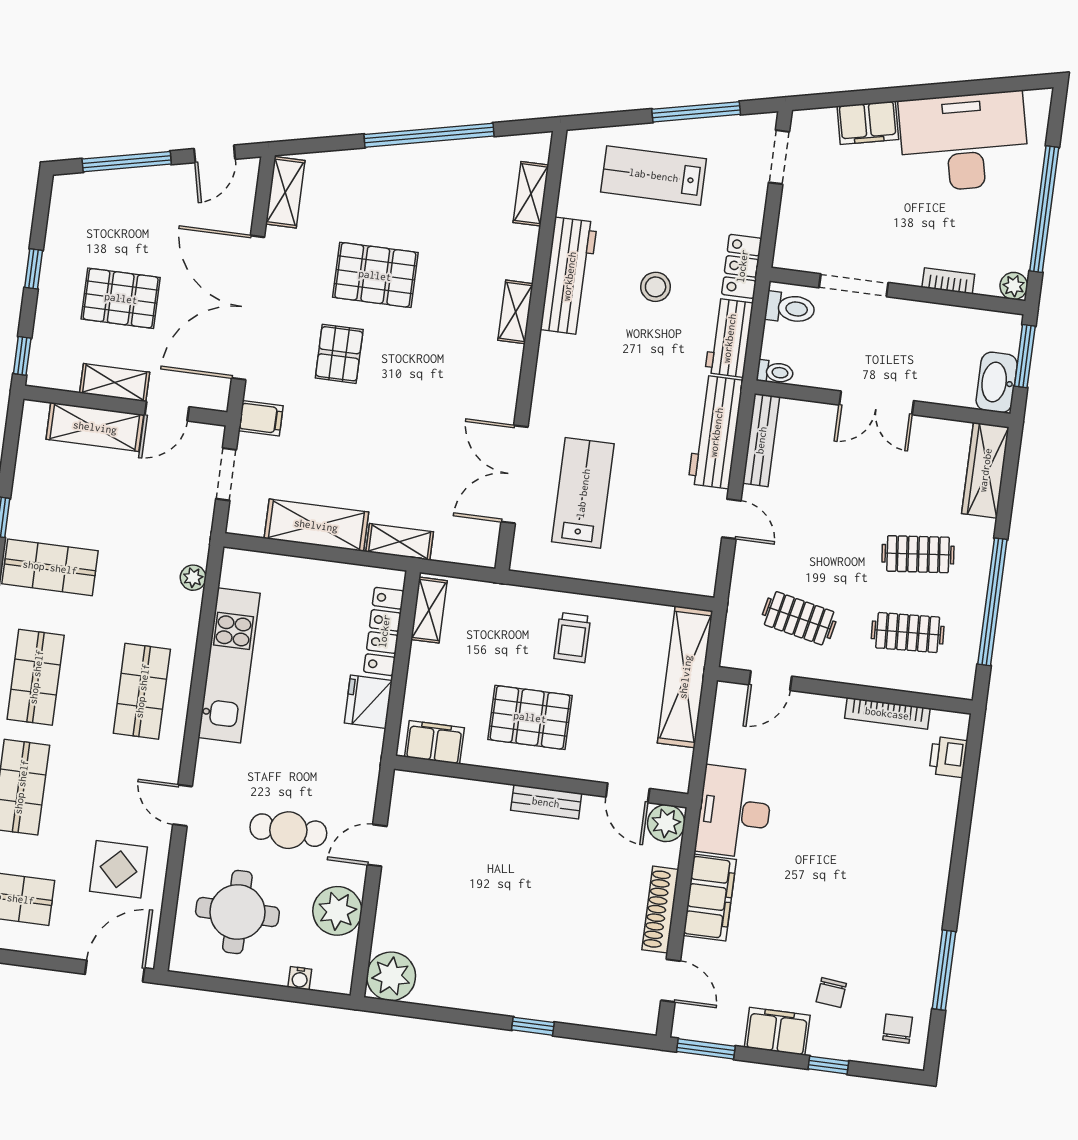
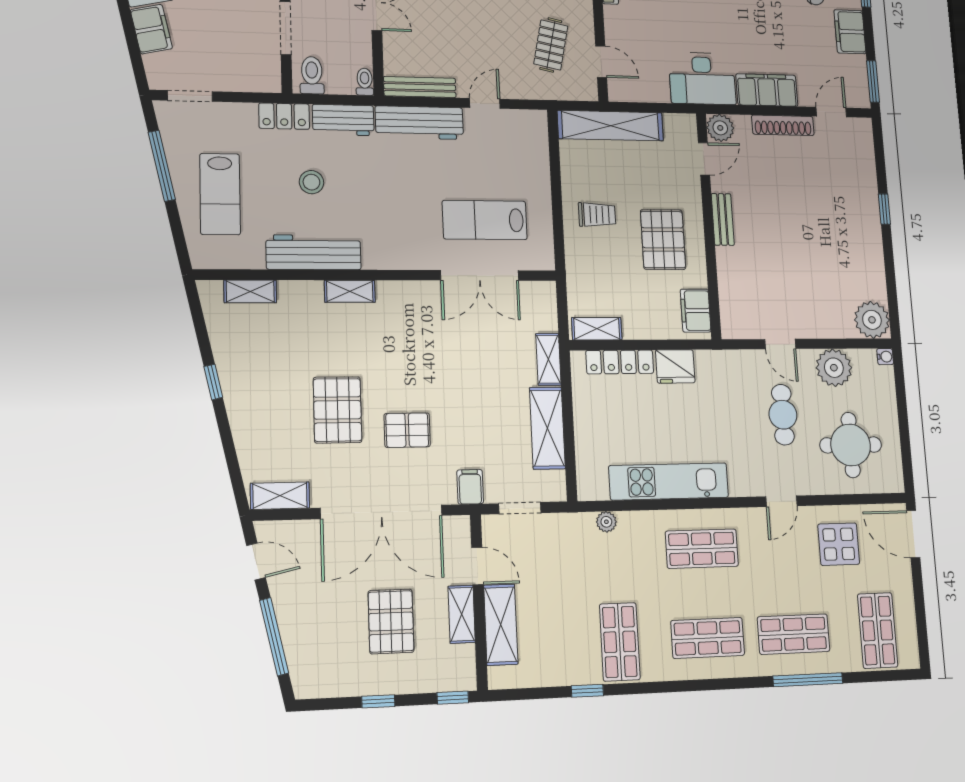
window: (429, 135) -> (213, 382), width x0.32
water cooler: (300, 978) -> (885, 357), moved

